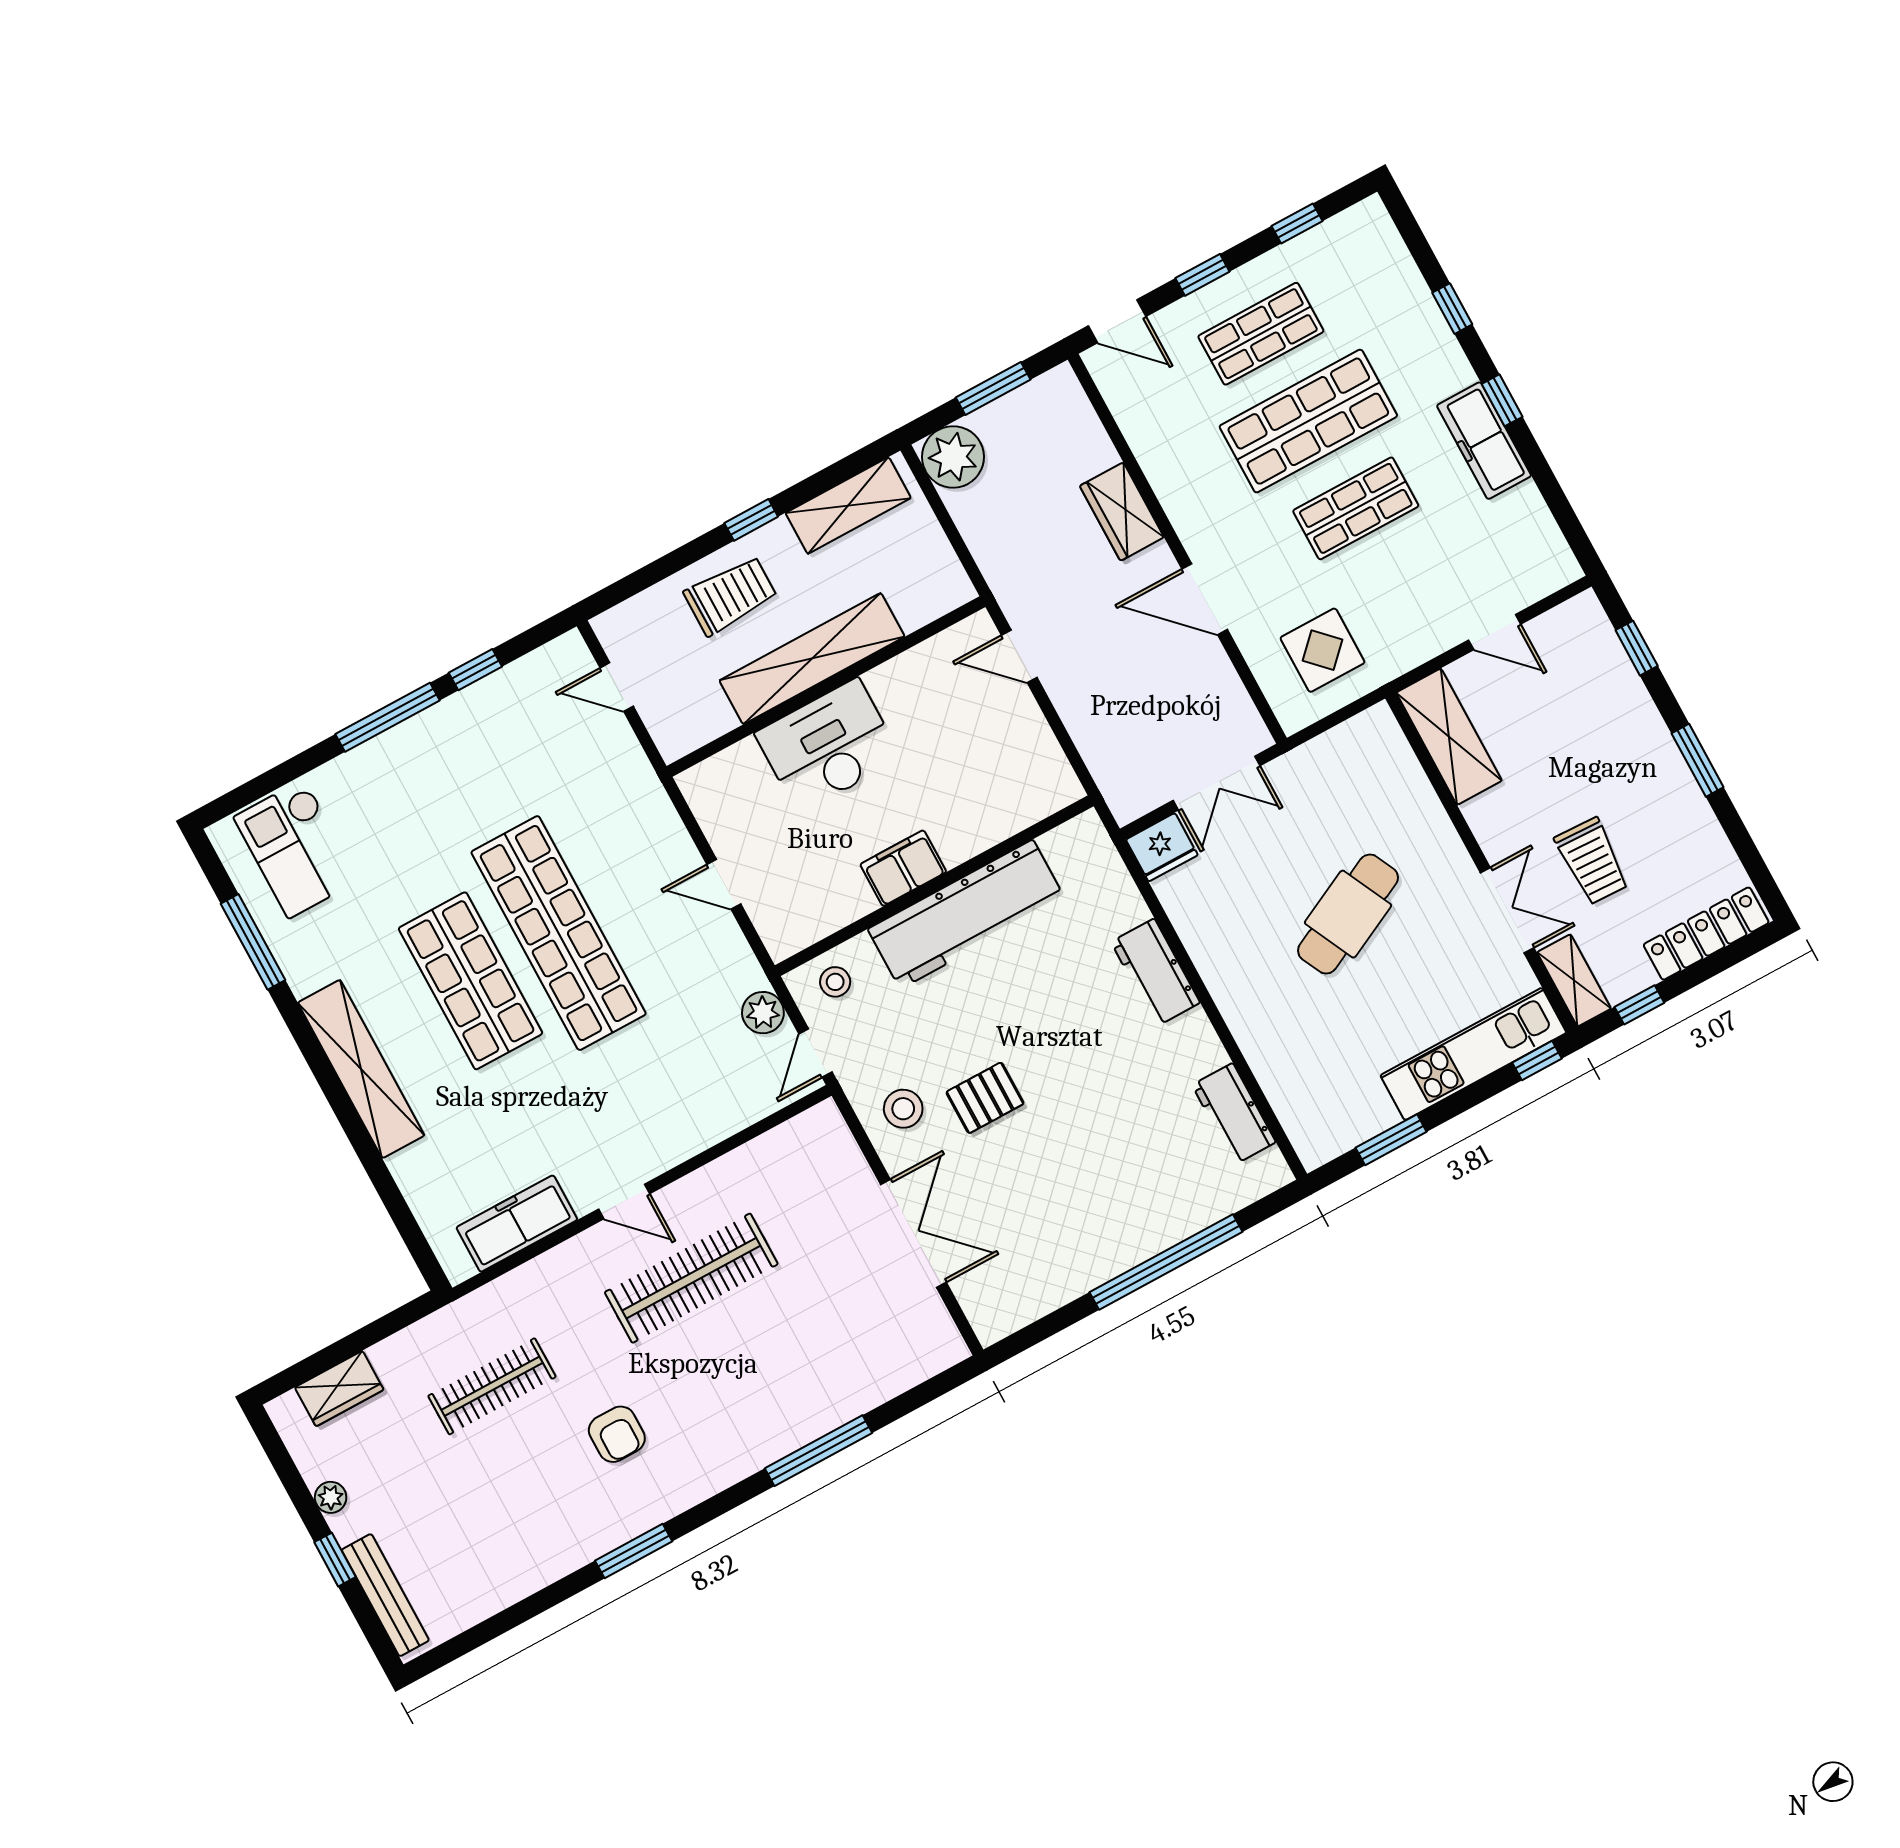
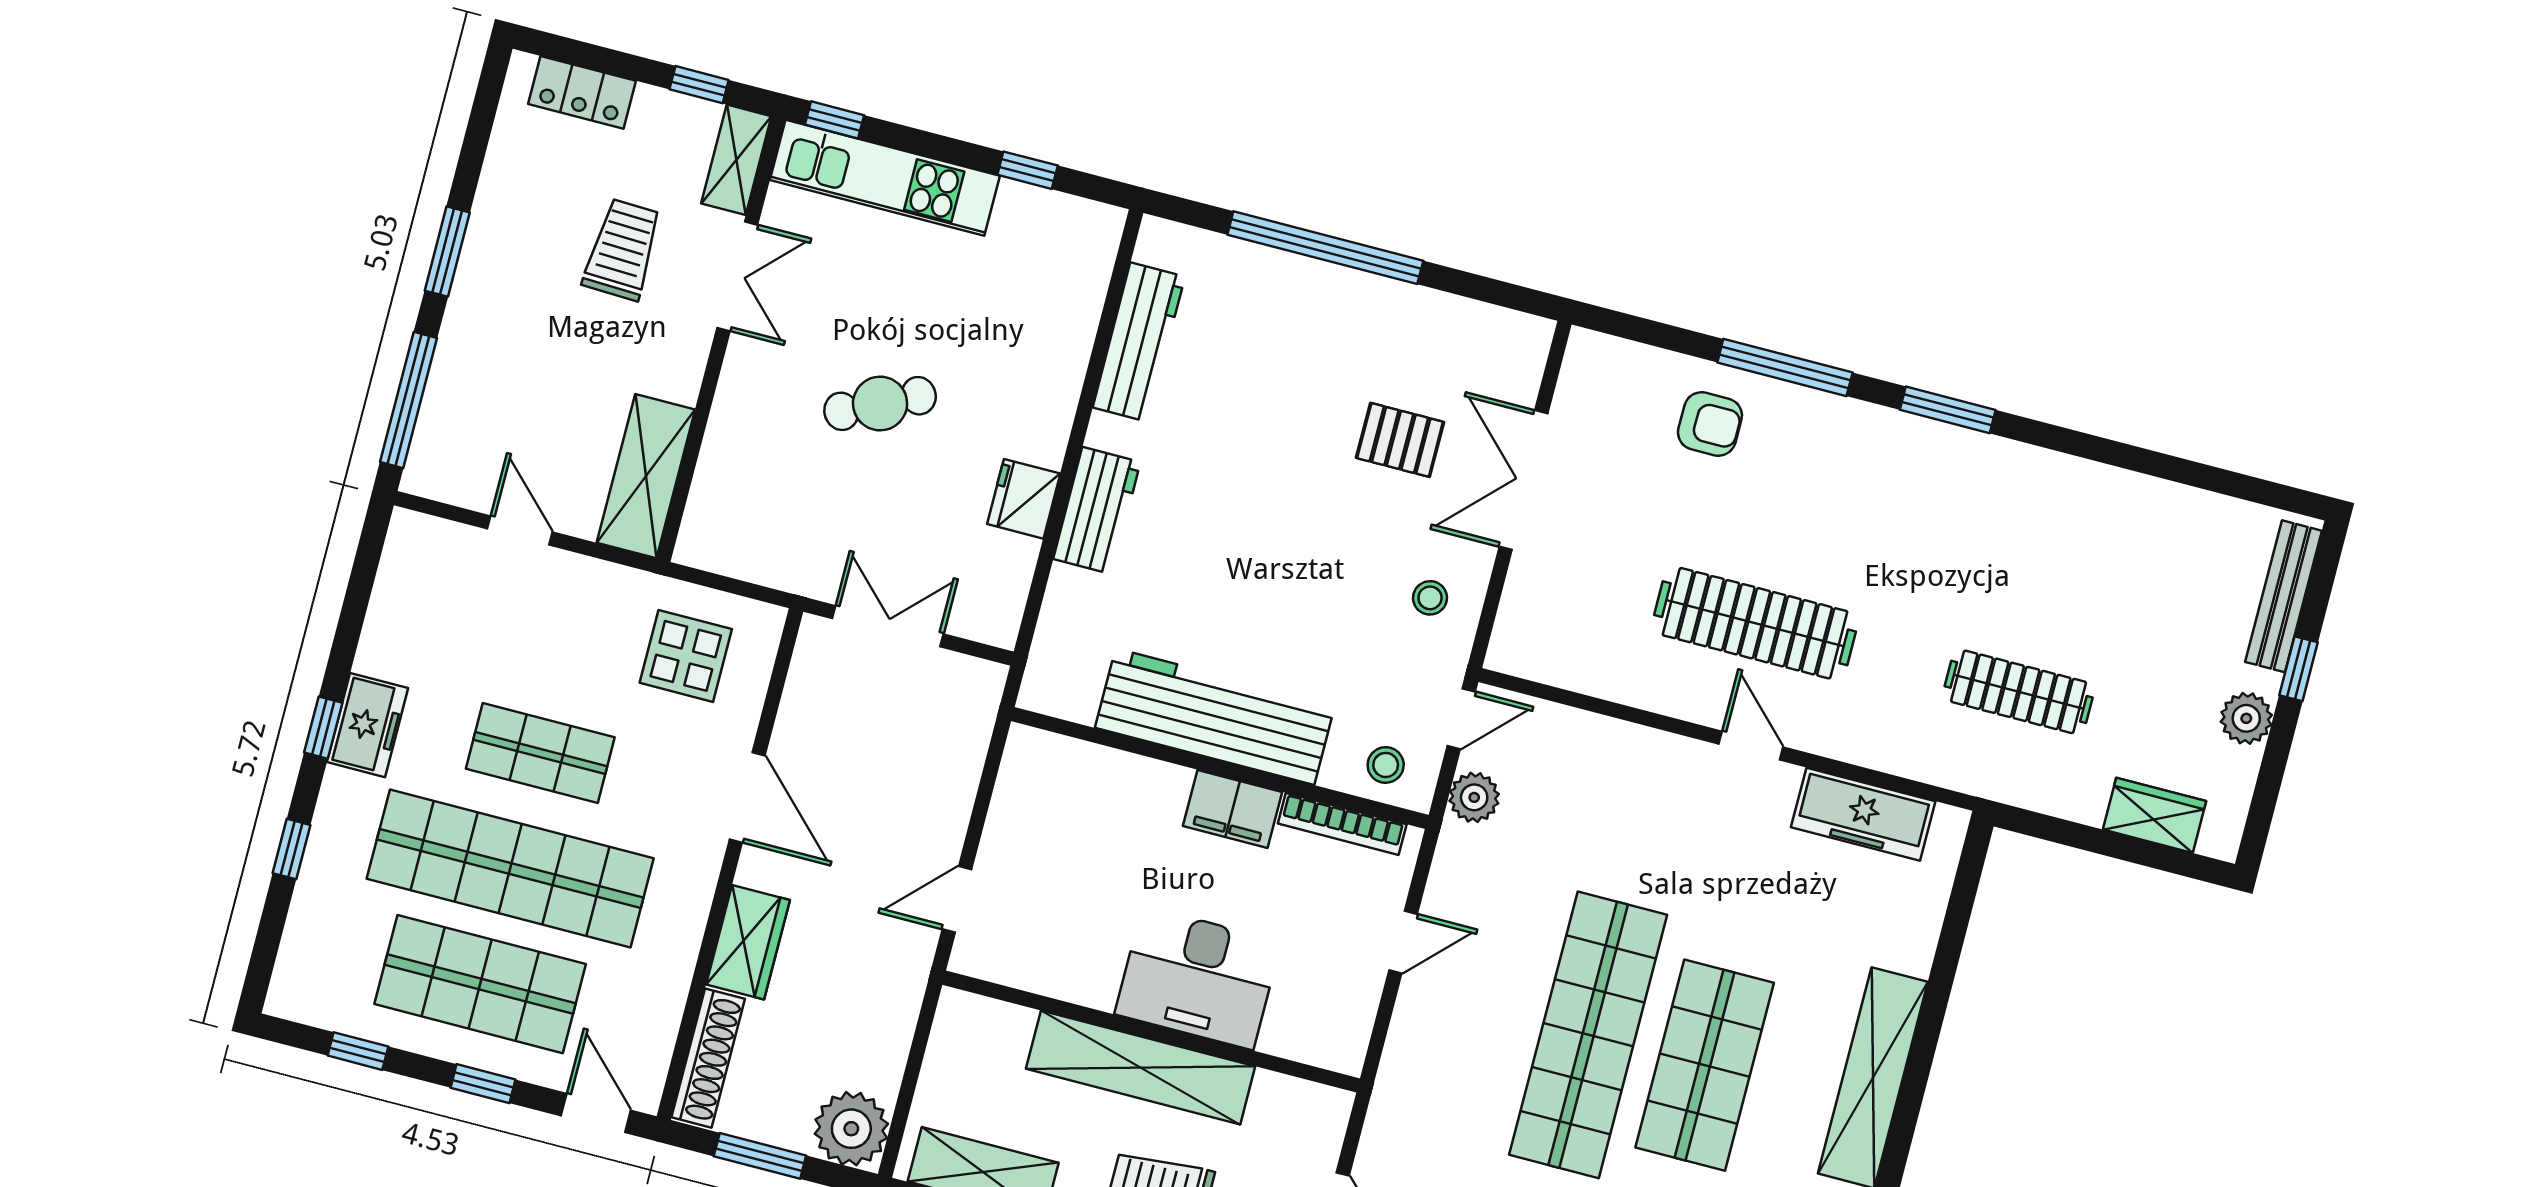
shop shelf: (1261, 334) -> (480, 984), width x1.43, depth x1.36
shoe rack: (1080, 419) -> (708, 1058), added
shop shelf: (1308, 421) -> (510, 868), width x1.40
freezer: (1484, 441) -> (367, 725), width x0.71
window: (1637, 648) -> (409, 400), width x2.17
door: (1019, 656) -> (957, 899), swing flipped
fridge: (1162, 847) -> (1024, 499), moved, turned -90
door: (724, 884) -> (1403, 942), hinge flipped
double door: (1507, 910) -> (737, 276), swing flipped
cafe table: (1348, 914) -> (880, 404), width x0.73, depth x0.74
bookcase: (828, 921) -> (1342, 824), added
locker: (1706, 934) -> (582, 92), width x0.66
pallet: (985, 1098) -> (1400, 440), moved
stool: (903, 1109) -> (1430, 598), width x0.73, depth x0.73
workbench: (1234, 1114) -> (1139, 342), width x1.38
window: (1391, 1140) -> (1028, 170), width x0.67
armchair: (617, 1434) -> (1710, 424), moved, turned 90
plant: (331, 1497) -> (2246, 718), width x1.38, depth x1.38
window: (634, 1551) -> (1948, 410), moved

